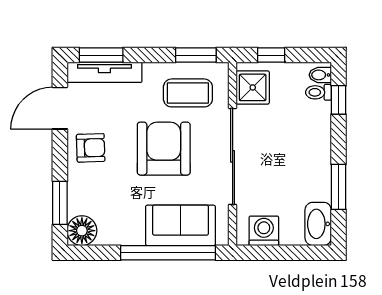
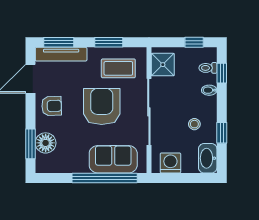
window: (196, 55) -> (109, 42), moved
window: (271, 55) -> (194, 42), moved
bidet: (320, 75) -> (209, 90), moved
stool: (299, 174) -> (194, 124), added
window: (338, 187) -> (222, 133), width x0.67
floor lamp: (82, 231) -> (46, 143), moved

